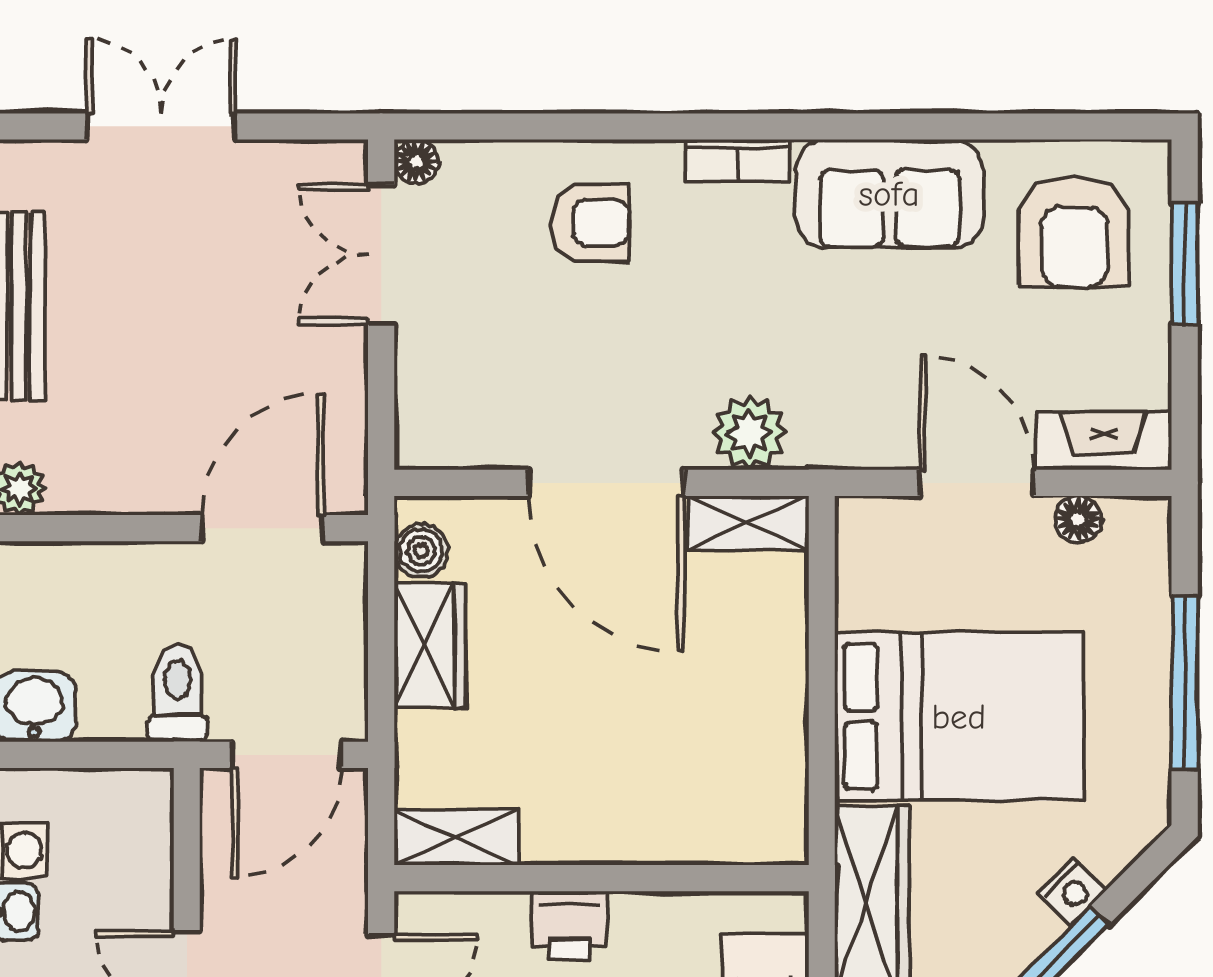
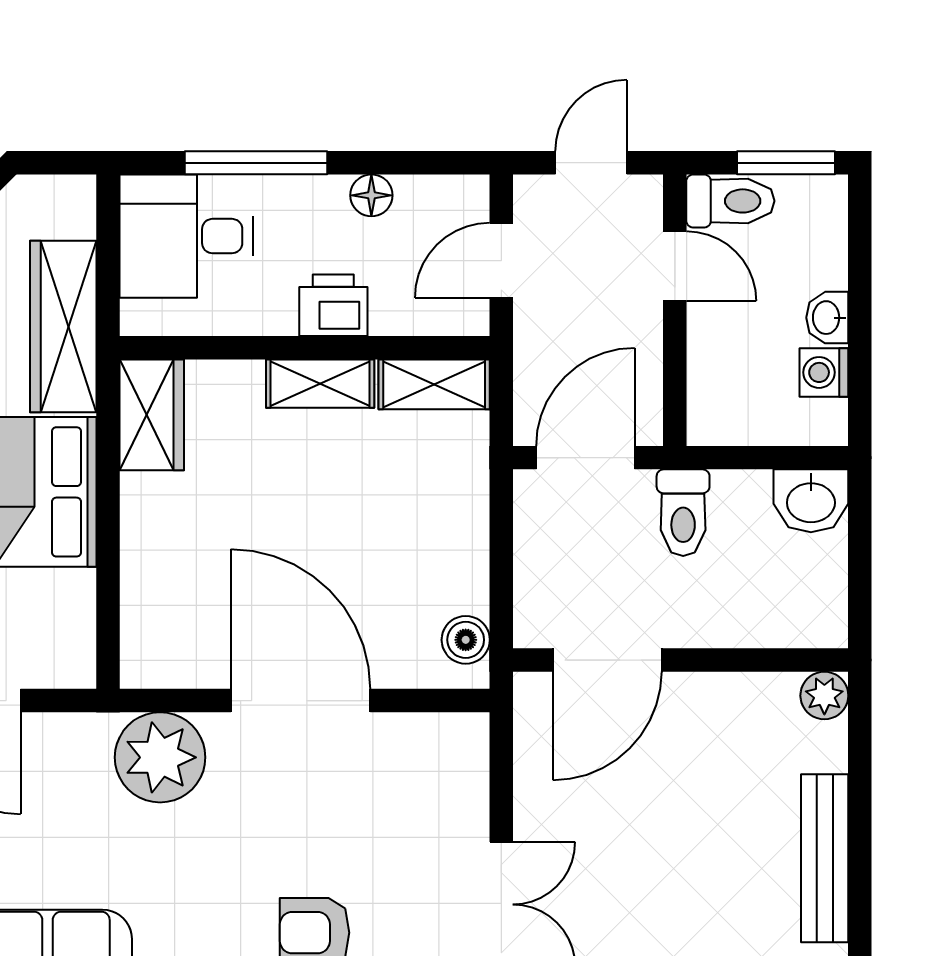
plant: (750, 433) -> (160, 757), width x1.36, depth x1.36
shelving: (748, 523) -> (320, 384), moved
wardrobe: (430, 645) -> (152, 415), moved, turned 180

